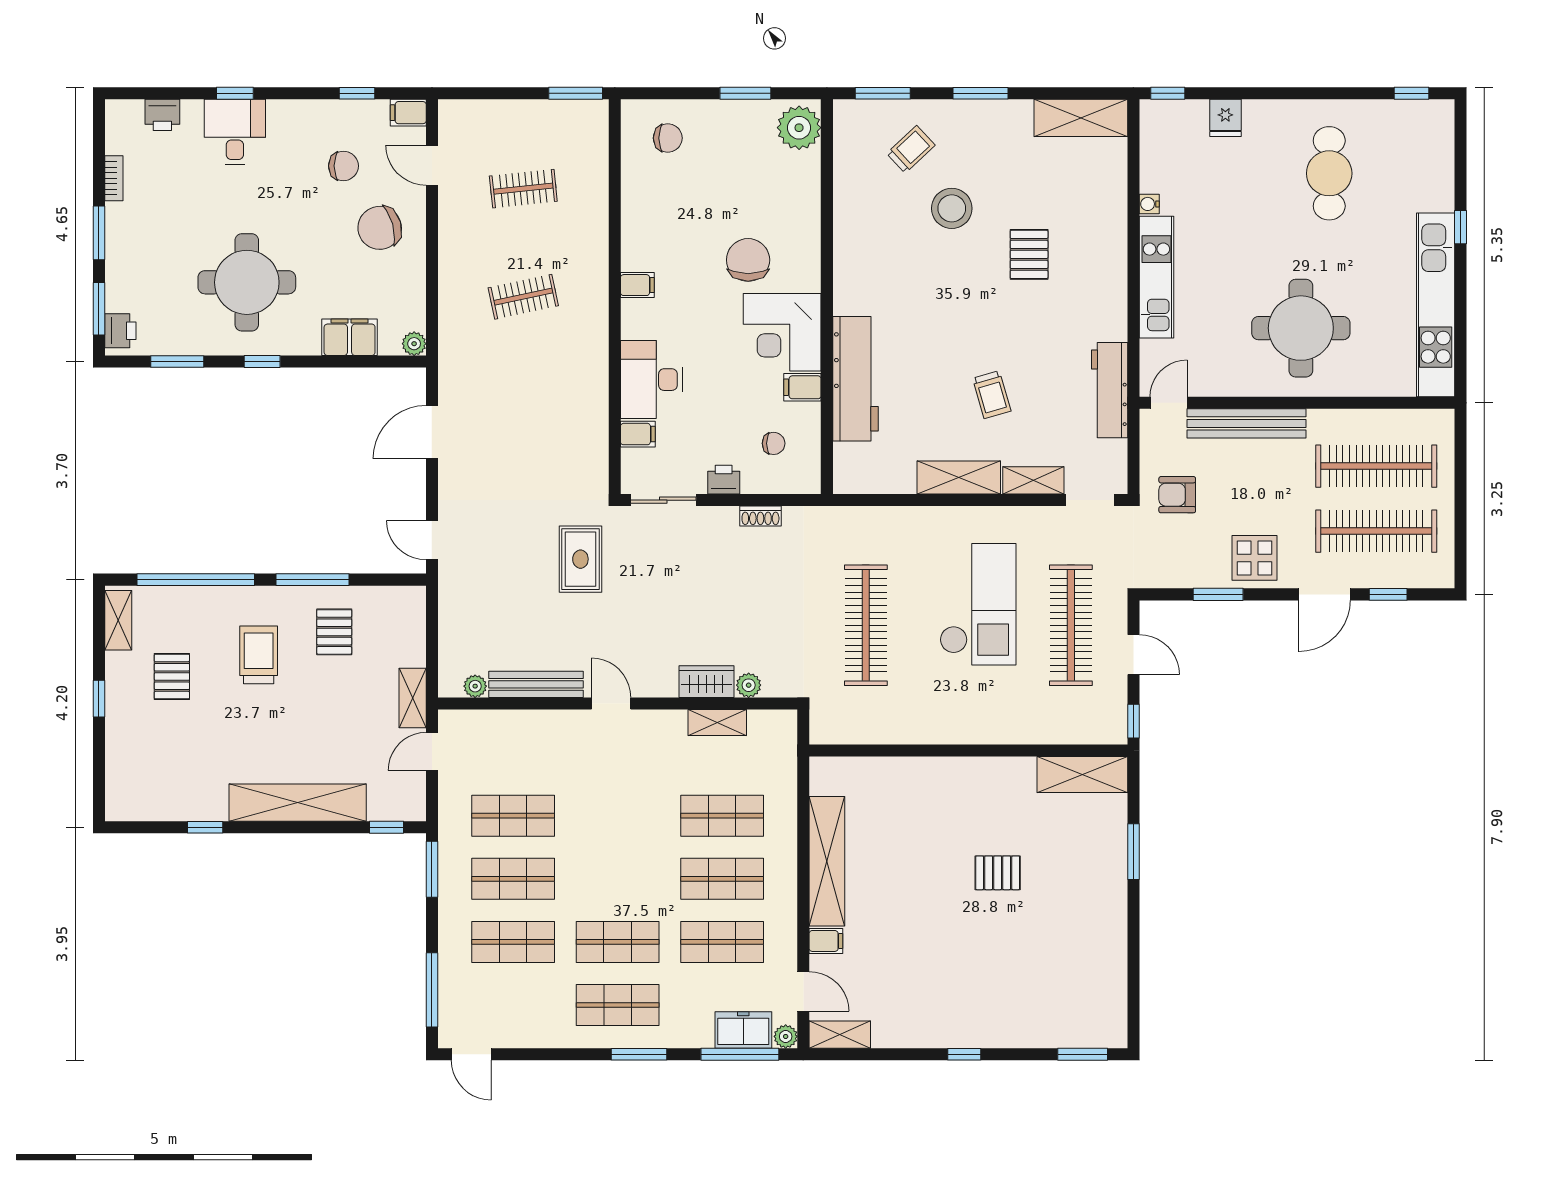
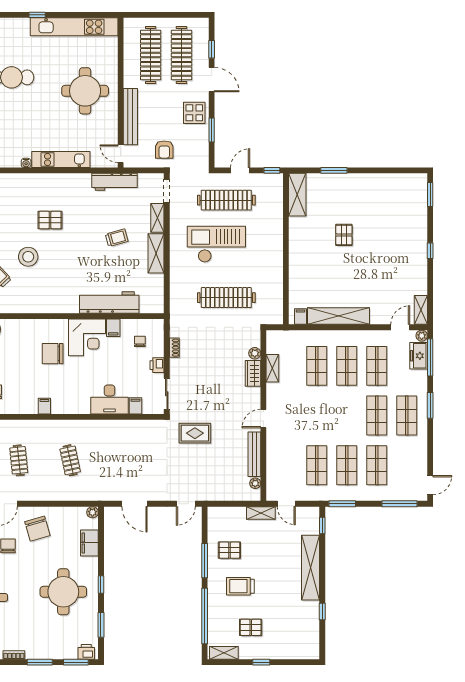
filing cabinet: (637, 285) -> (44, 406), moved
filing cabinet: (826, 941) -> (301, 317), moved

